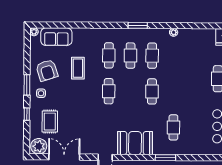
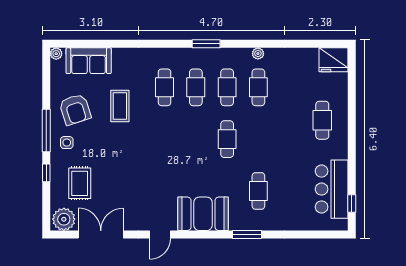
window: (27, 85) -> (46, 131), width x1.44
cafe table: (109, 91) -> (258, 87), moved

